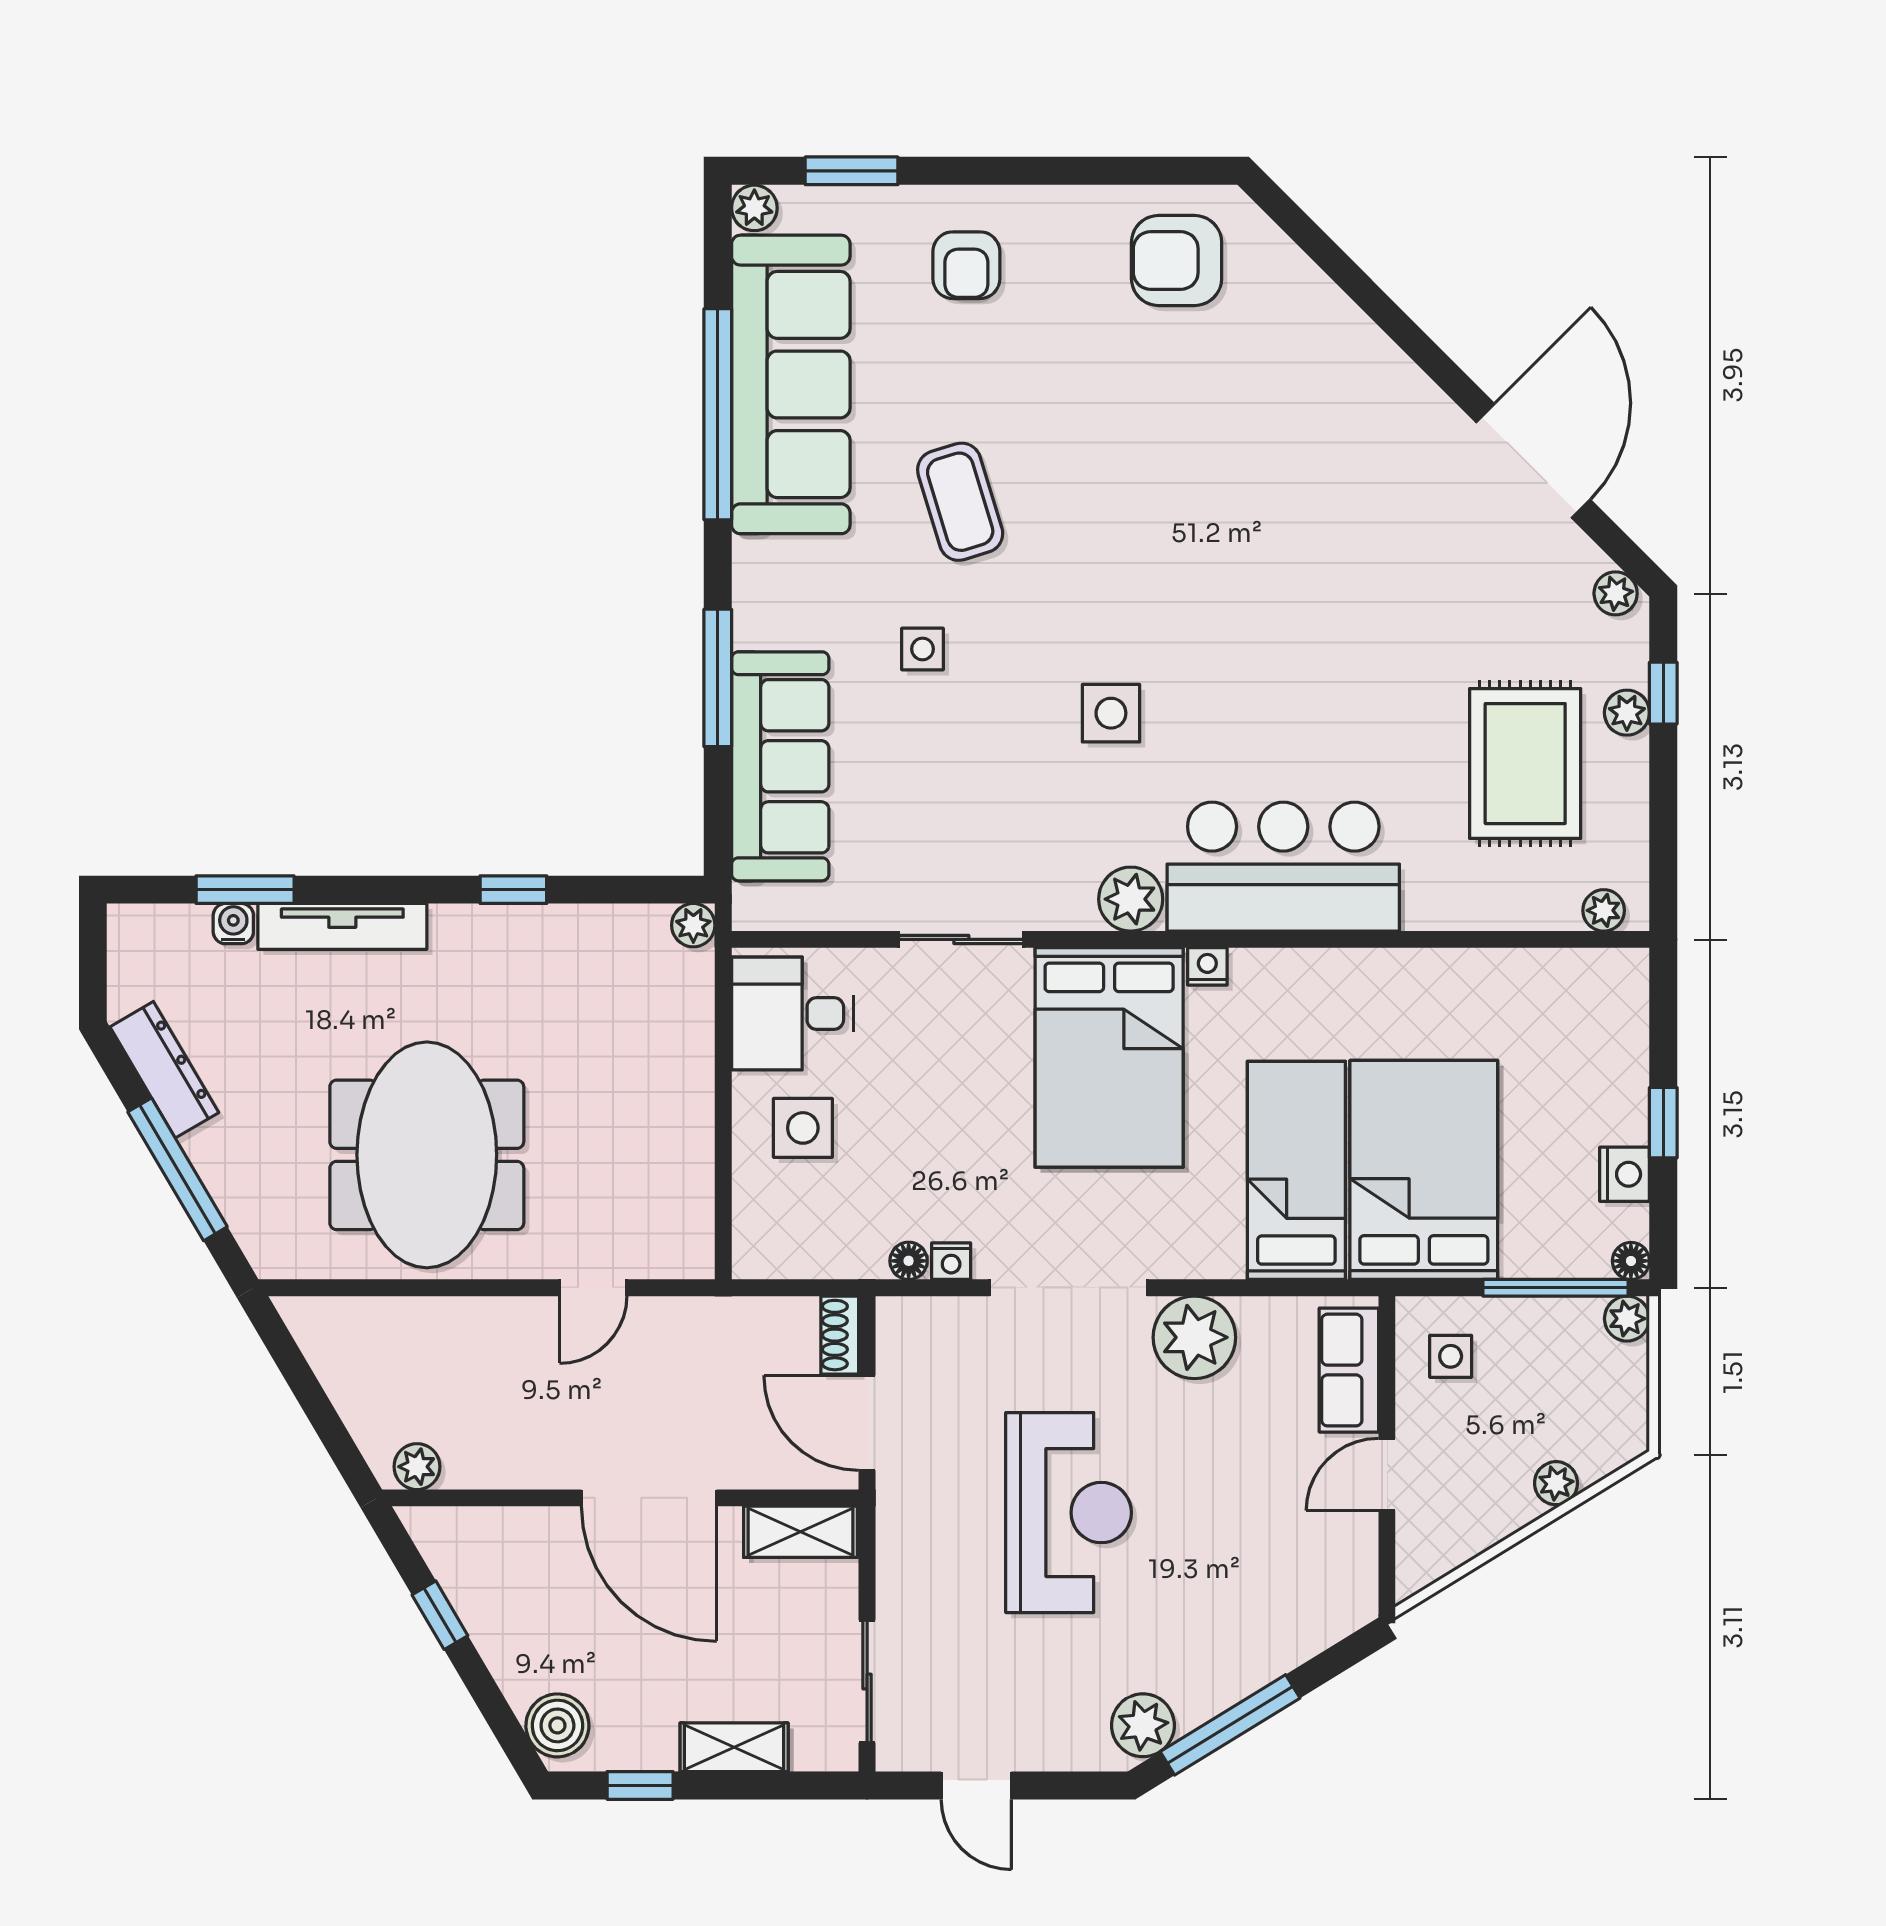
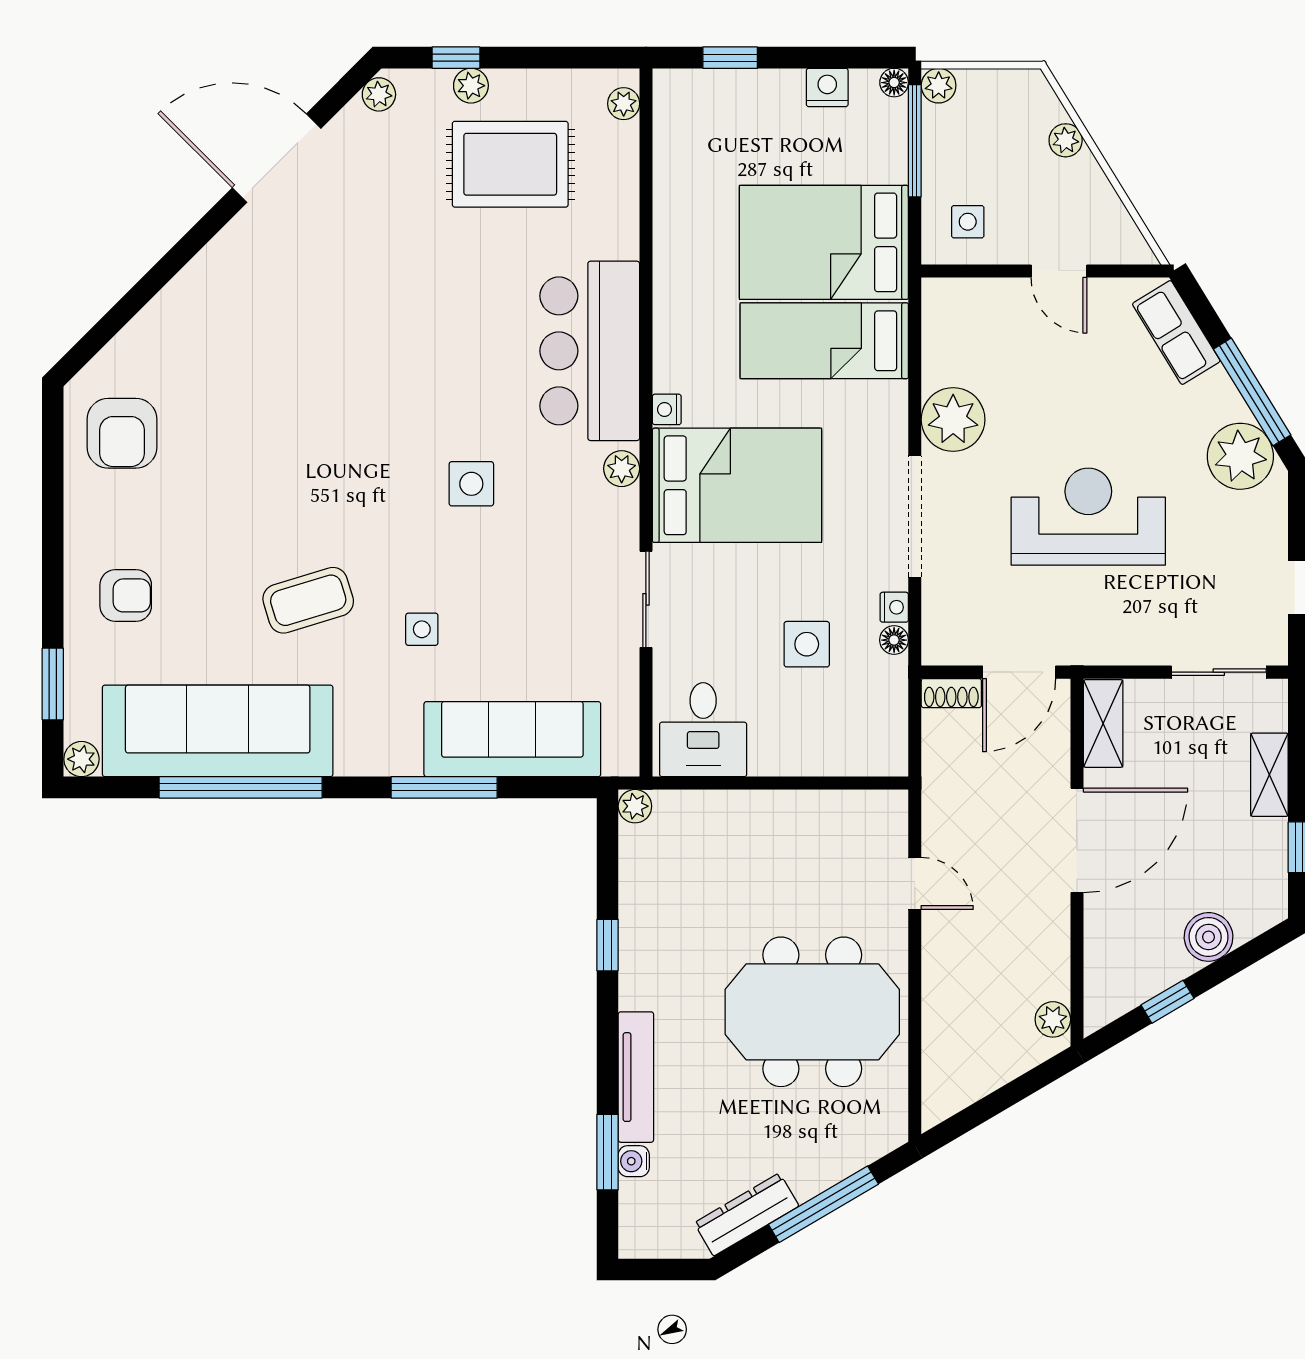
plant: (1131, 899) -> (622, 469), width x0.73, depth x0.73
window: (1663, 1123) -> (730, 58), moved
side table: (803, 1128) -> (807, 644), moved
row of seats: (1349, 1370) -> (1176, 333), moved, turned 58
boiler: (557, 1725) -> (1209, 937), moved
plant: (1143, 1725) -> (1240, 456), width x1.36, depth x1.36

